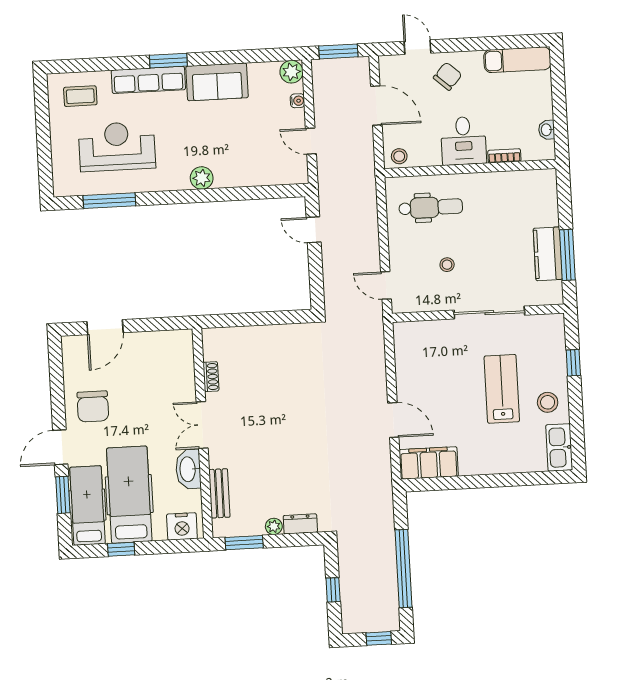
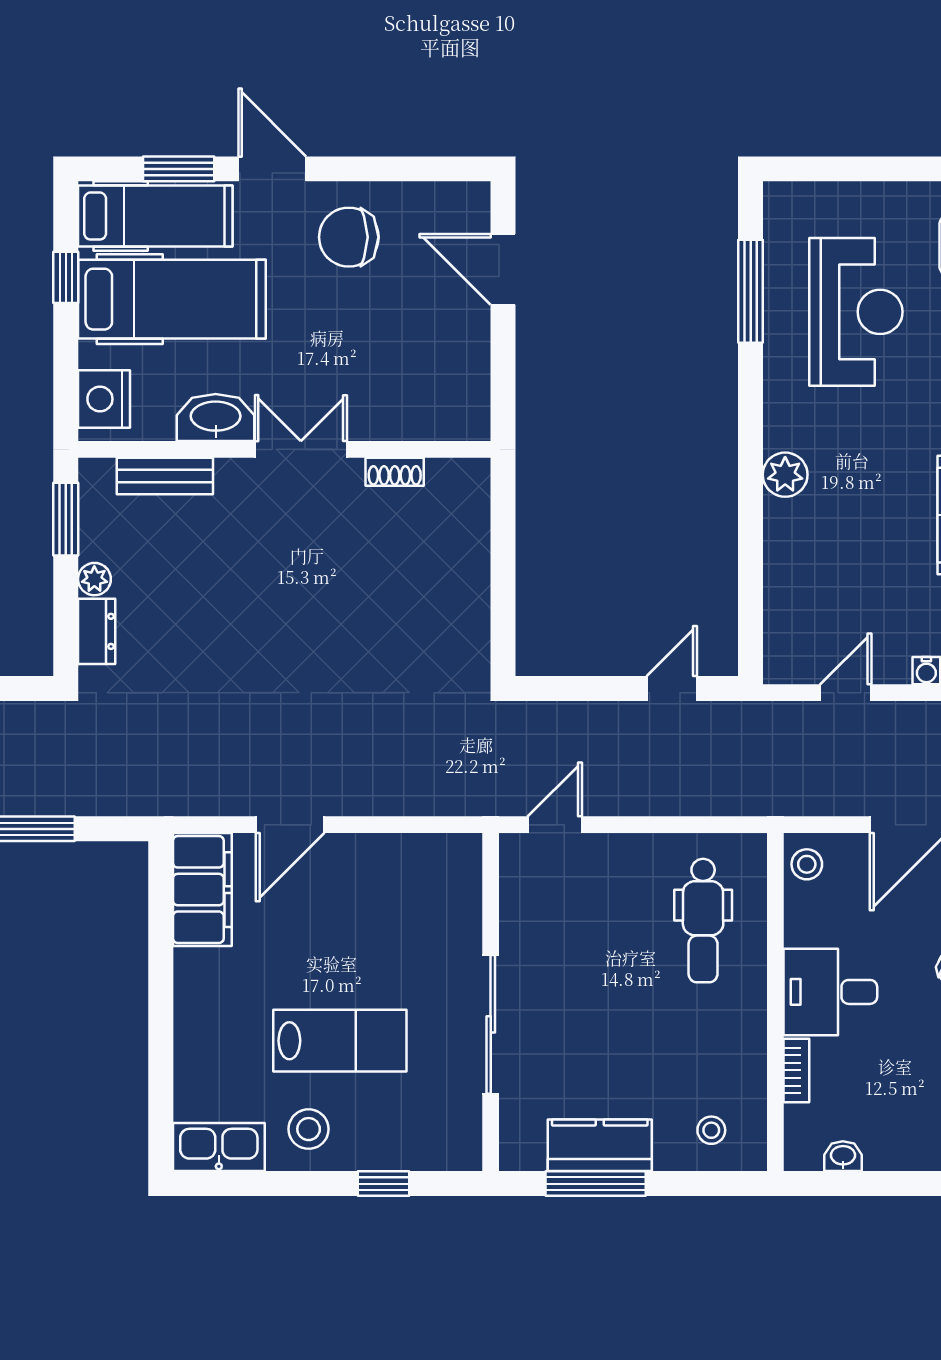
stool: (447, 265) -> (711, 1130), moved

